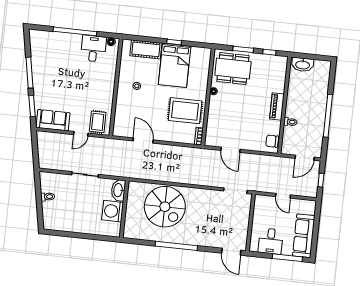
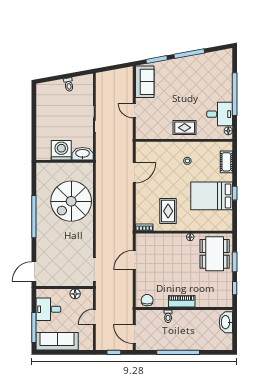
cot: (146, 49) -> (226, 162), width x0.73, depth x0.75
rug: (185, 111) -> (168, 211), width x0.73, depth x0.70
rug: (98, 122) -> (185, 128), moved
floor lamp: (258, 213) -> (75, 294), added

